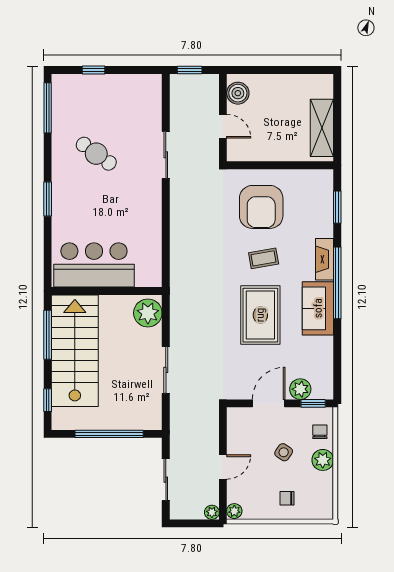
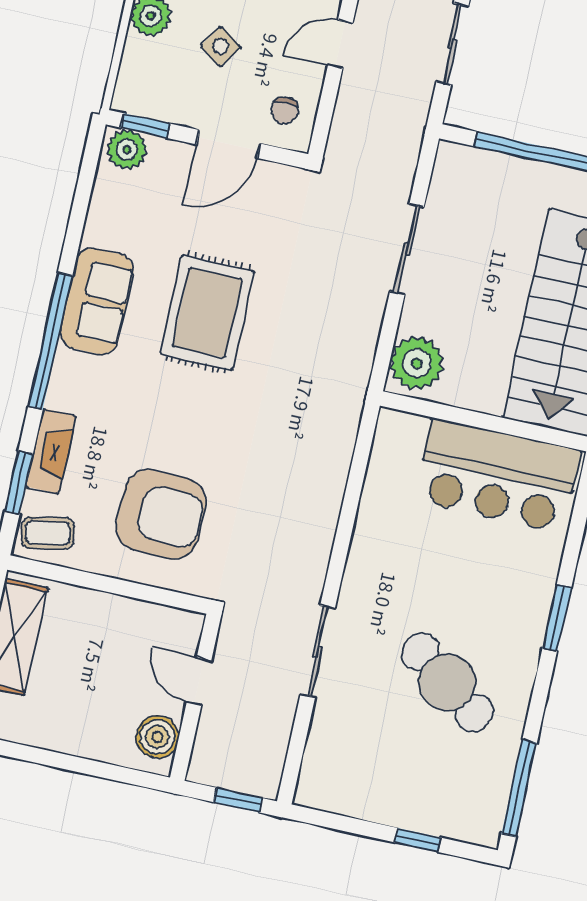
cafe table: (96, 154) -> (447, 682), width x1.37, depth x1.35
armchair: (261, 207) -> (161, 514), turned 92
coffee table: (264, 258) -> (48, 533), moved
fireplace: (324, 259) -> (51, 451), moved
plant: (300, 389) -> (127, 150), moved
chair: (320, 432) -> (285, 110), moved

